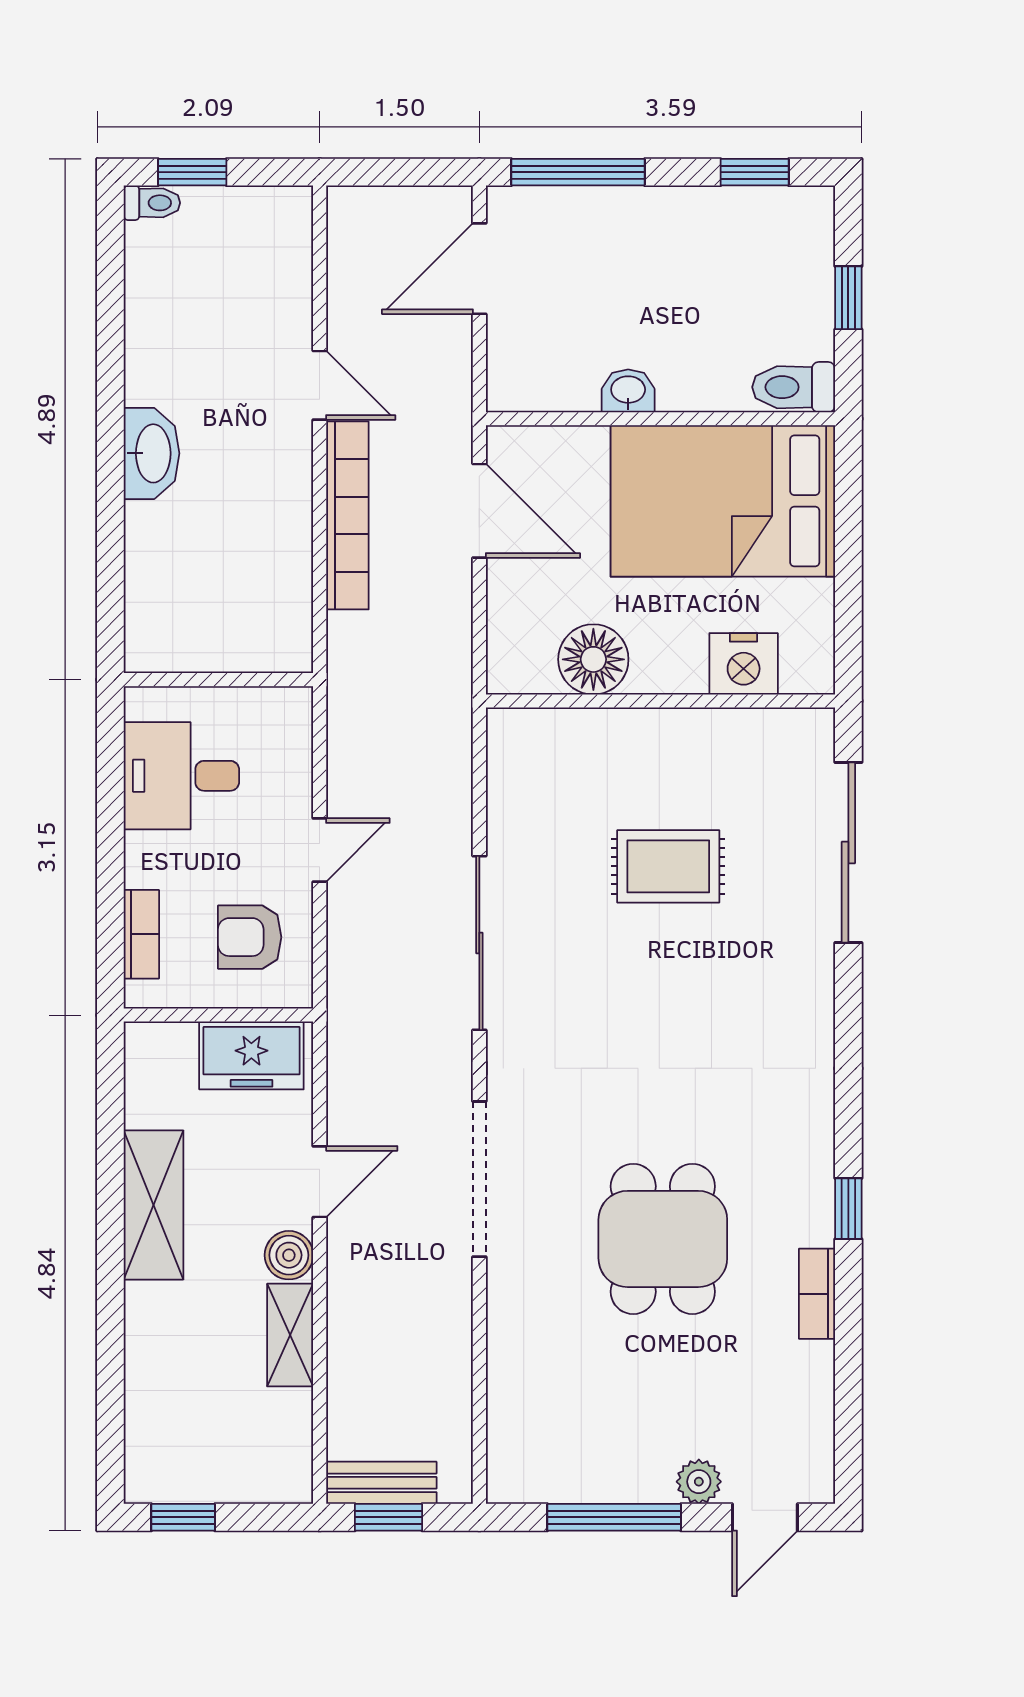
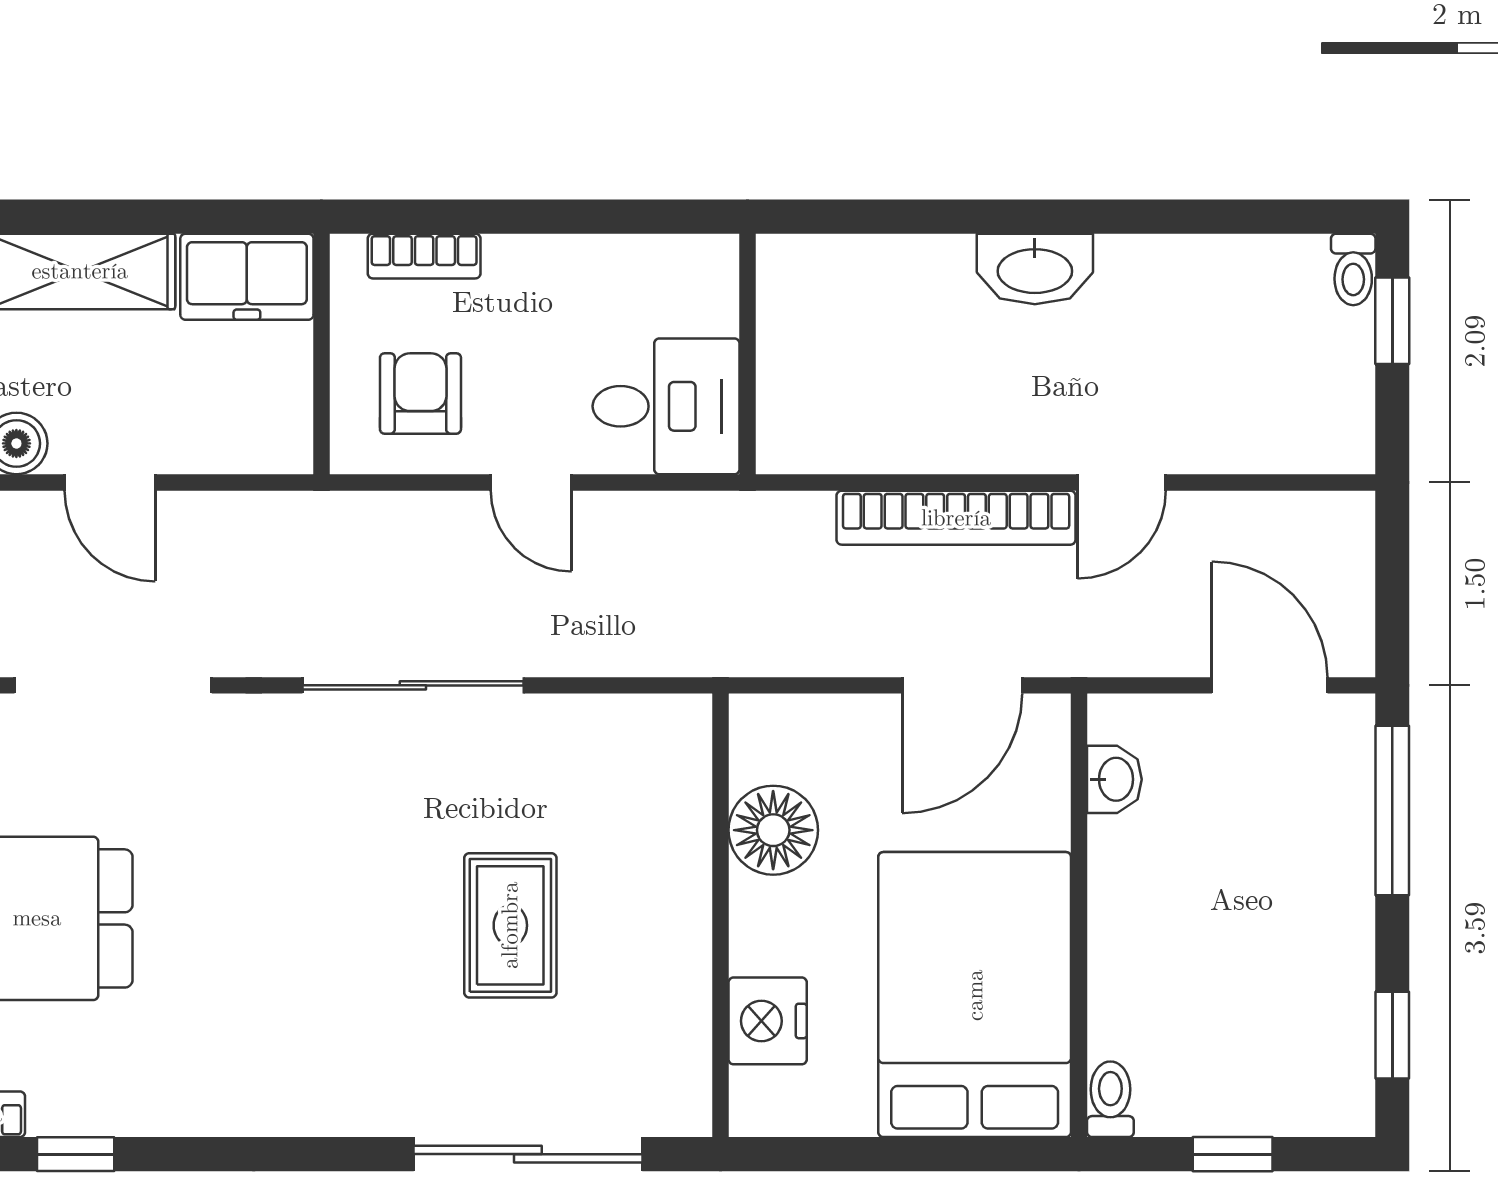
toilet: (794, 387) -> (1110, 1099), width x0.73, depth x0.72
washbasin: (628, 391) -> (1114, 779), moved
desk: (181, 776) -> (666, 406), moved, turned 90
freezer: (251, 1055) -> (247, 277), moved, turned -90

